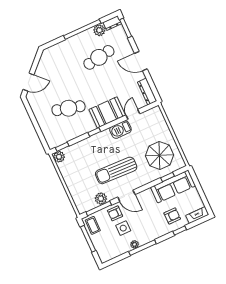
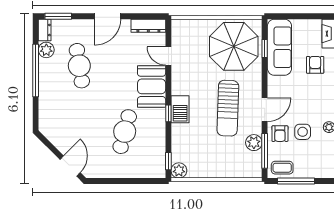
barbecue: (120, 130) -> (180, 109), moved
parasol: (160, 155) -> (234, 46), width x1.36, depth x1.36

